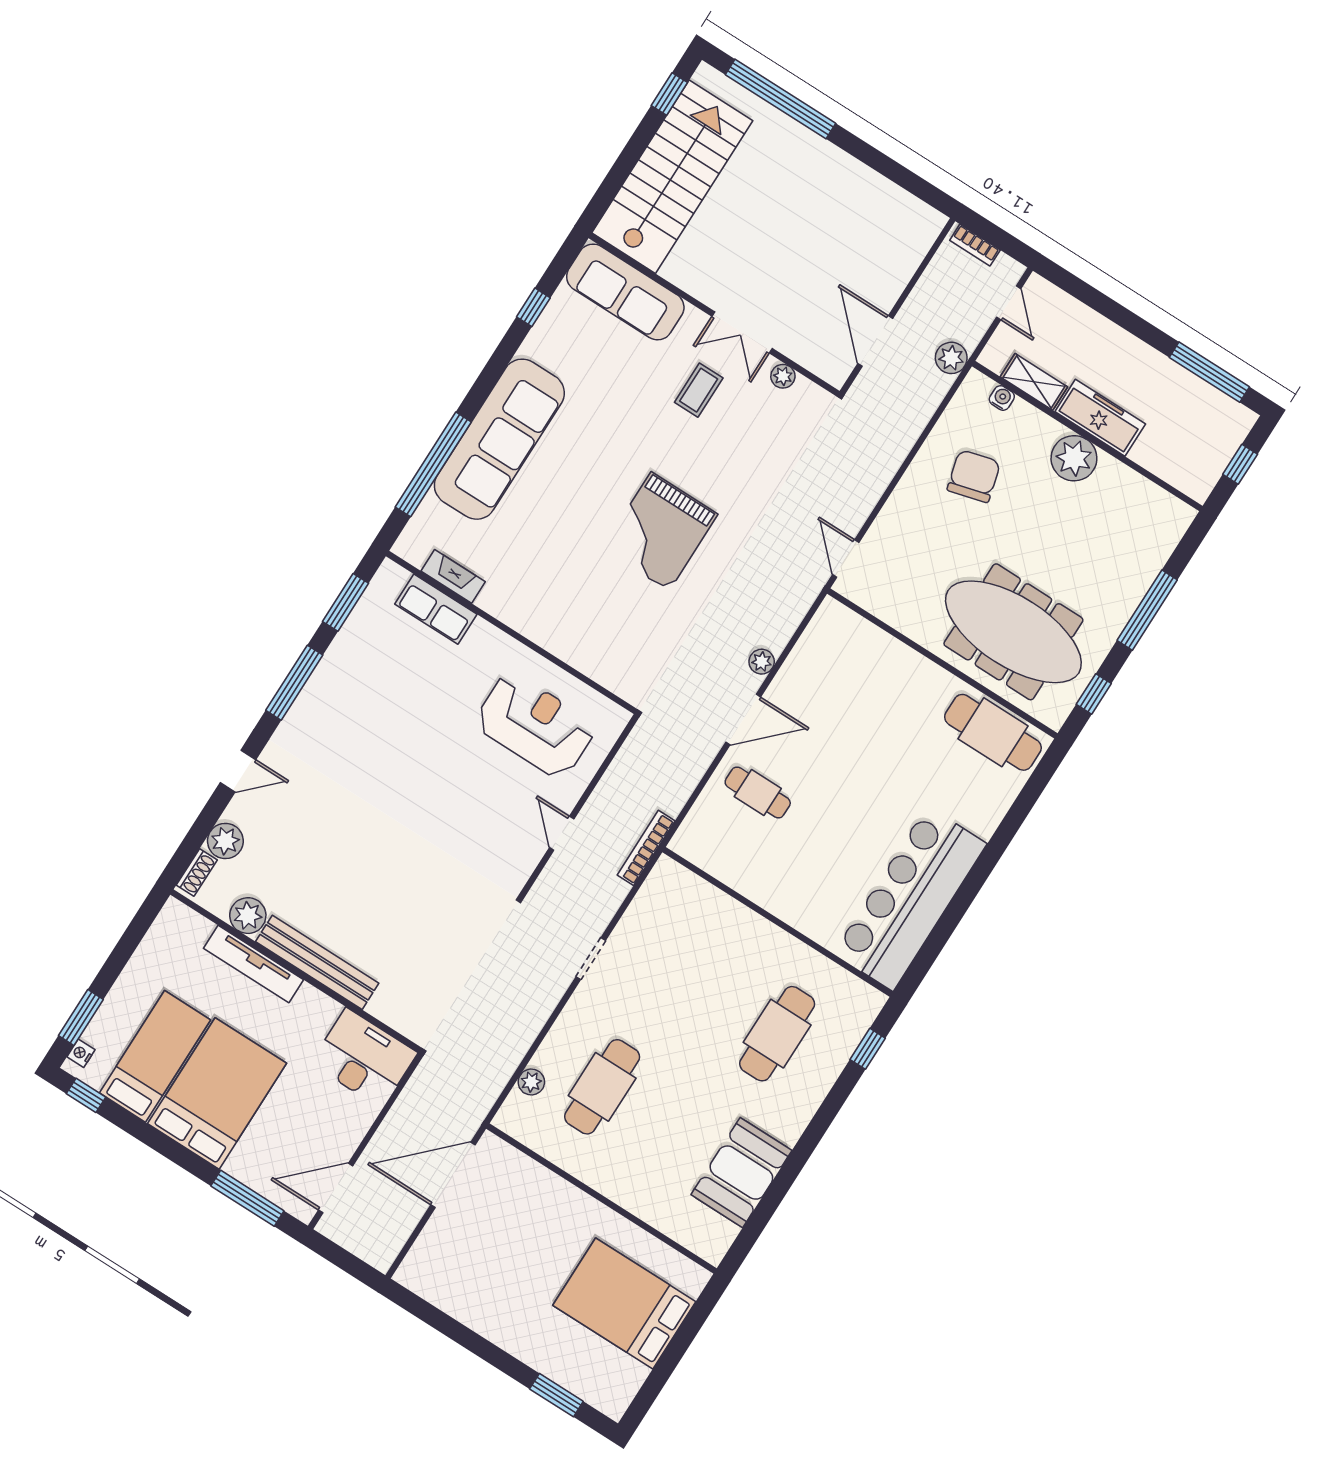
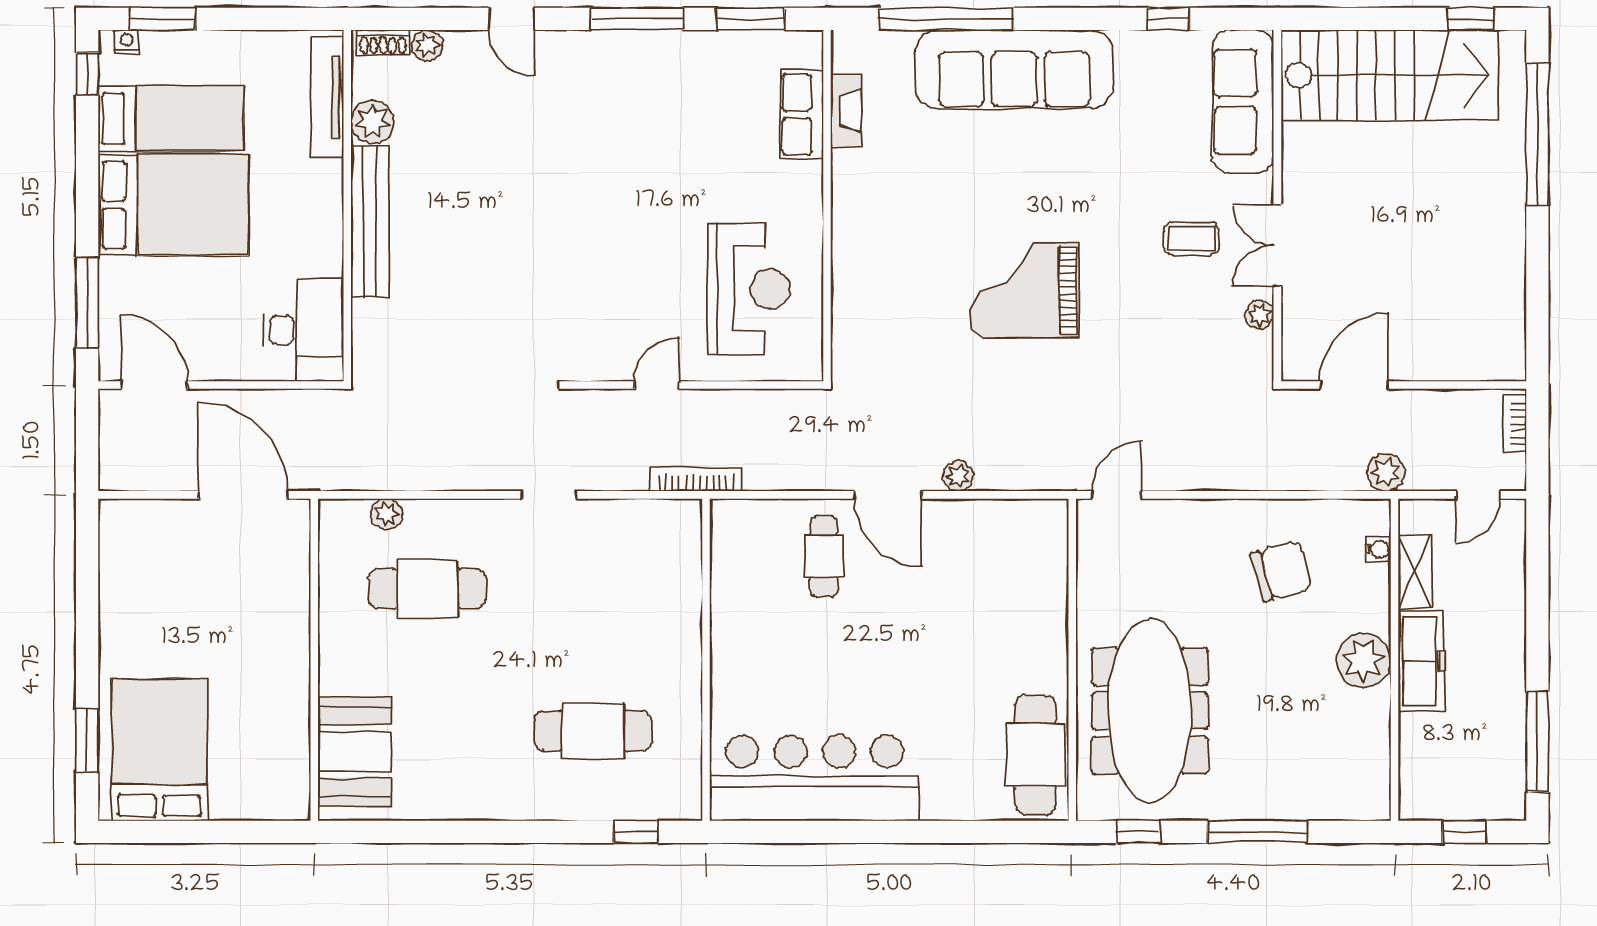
plant: (225, 841) -> (427, 45), width x0.73, depth x0.73
tv unit: (254, 964) -> (327, 97), moved
booth: (741, 1173) -> (355, 751), moved, turned 90
bed: (624, 1303) -> (159, 750), moved

